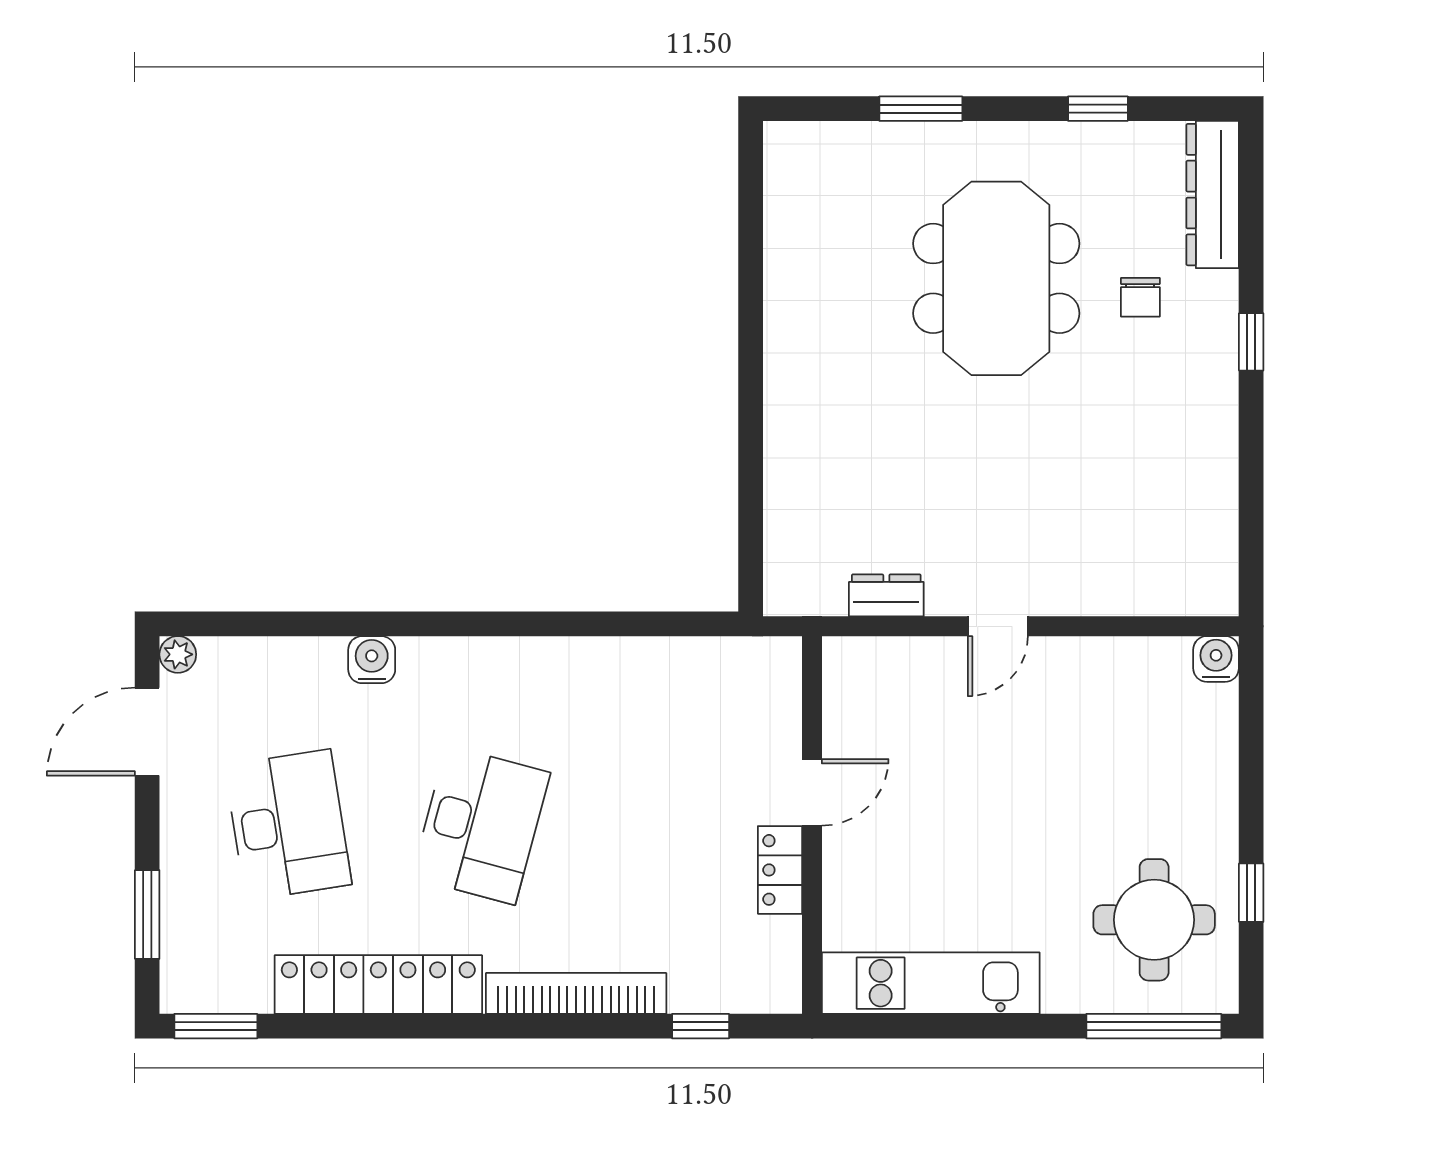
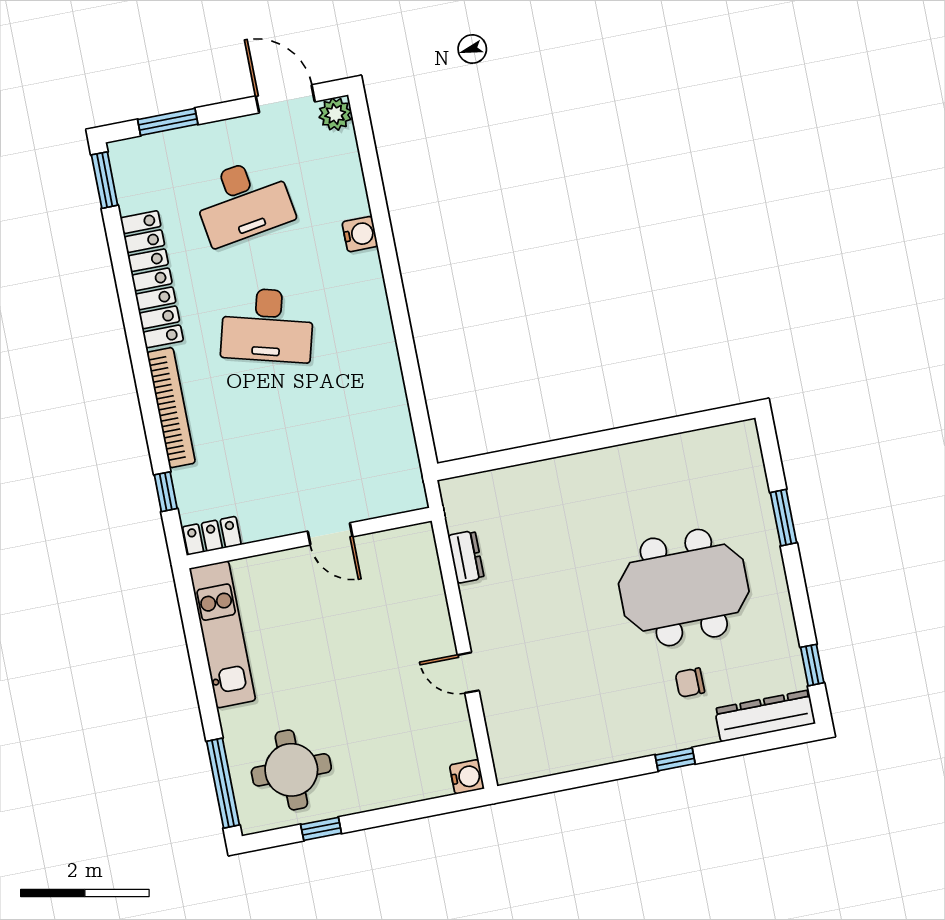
window: (1098, 109) -> (812, 665), moved
door: (998, 626) -> (468, 673), moved
plant: (178, 654) -> (335, 114), width x1.38, depth x1.38
locker: (780, 870) -> (212, 536), moved

